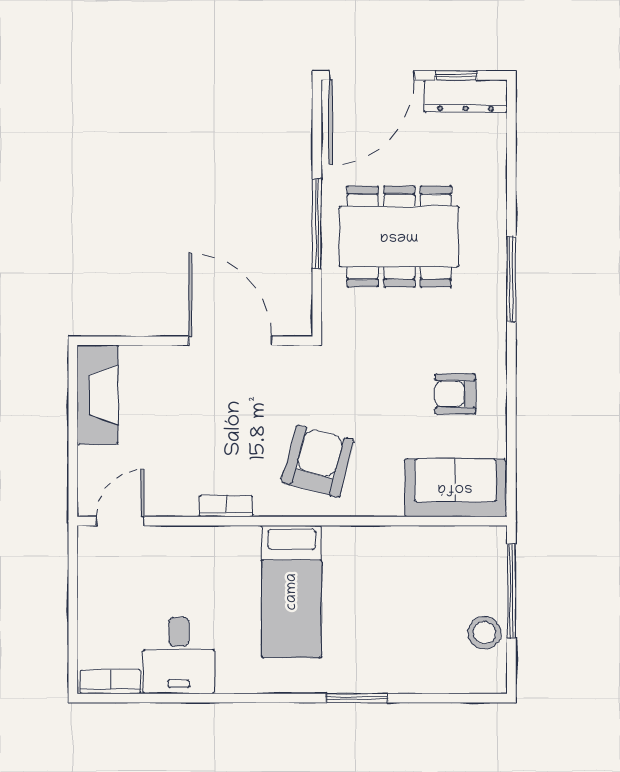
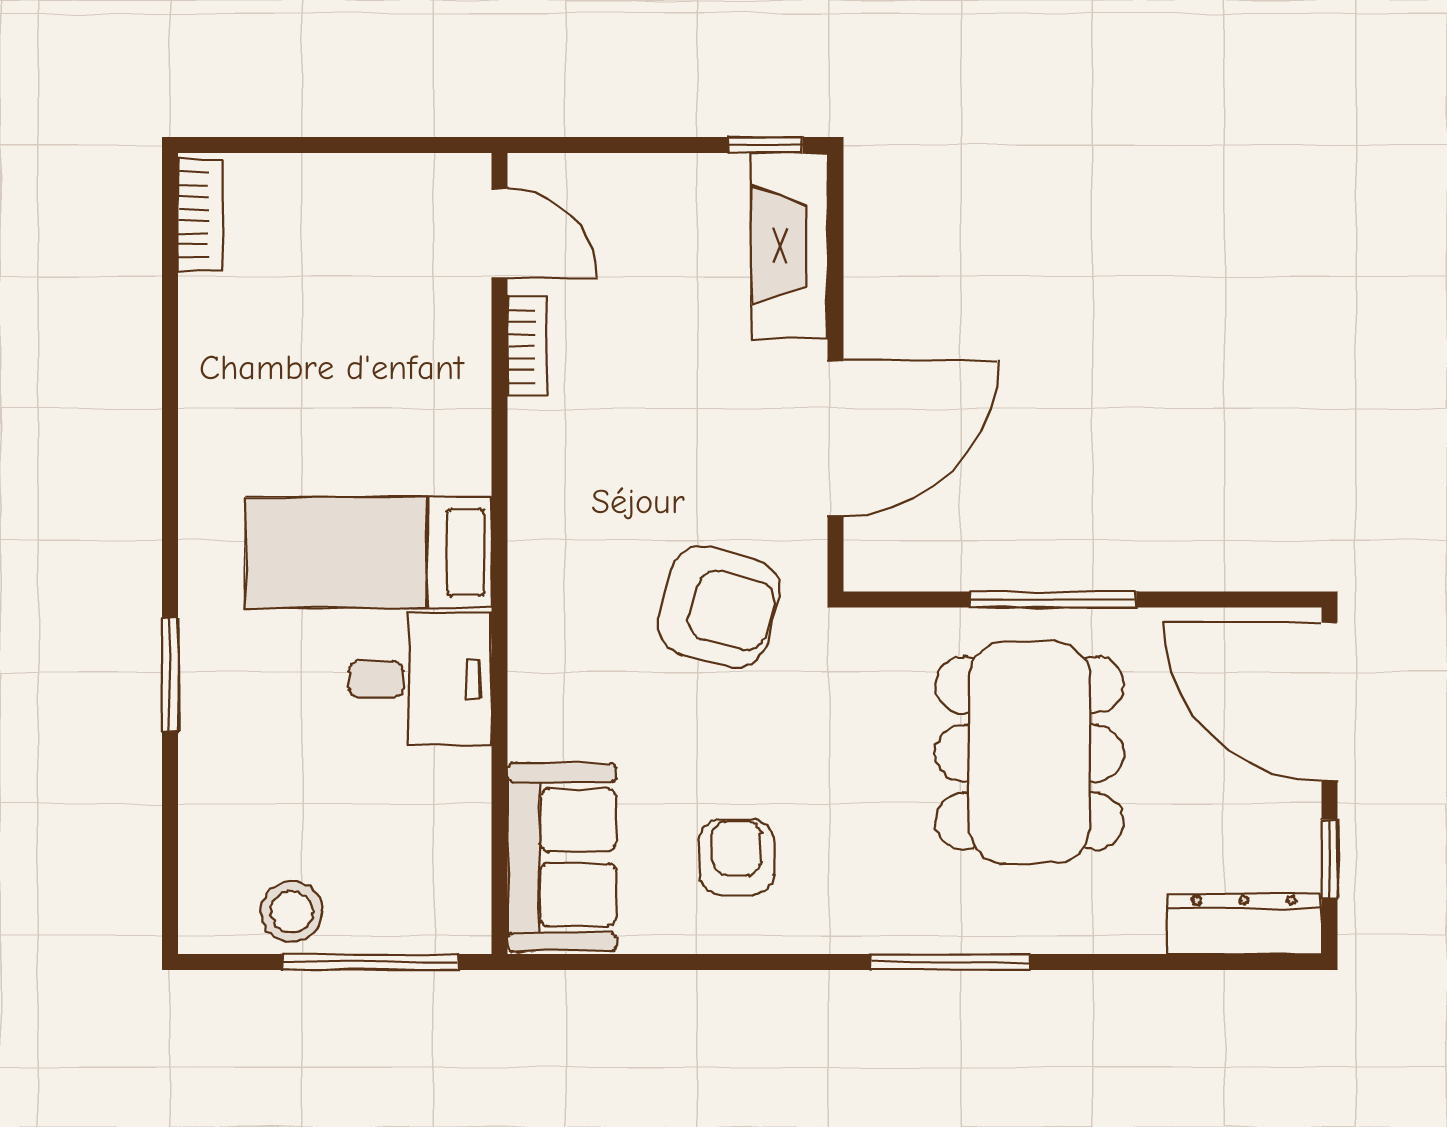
dresser: (466, 96) -> (1244, 924), moved, turned 90
window: (73, 378) -> (765, 145), added
fireplace: (98, 395) -> (789, 246), moved, turned 90
armchair: (318, 461) -> (719, 607), moved
bookcase: (226, 506) -> (527, 346), moved
desk: (179, 655) -> (420, 679), moved, turned 180

